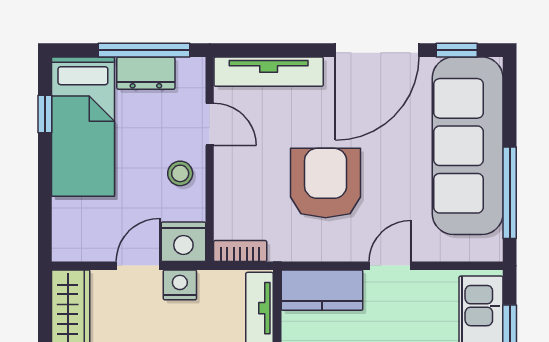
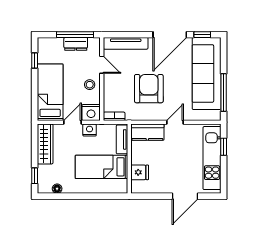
bed: (83, 127) -> (50, 92), moved, turned 180

